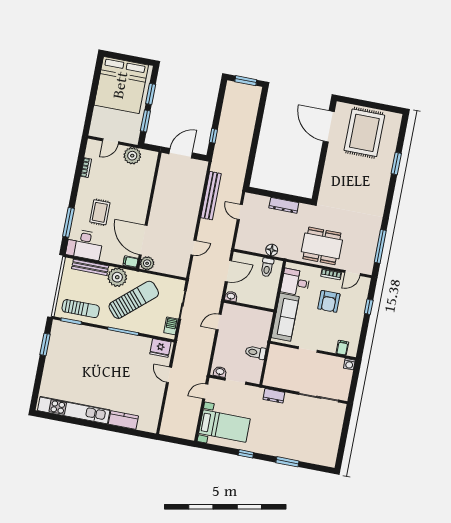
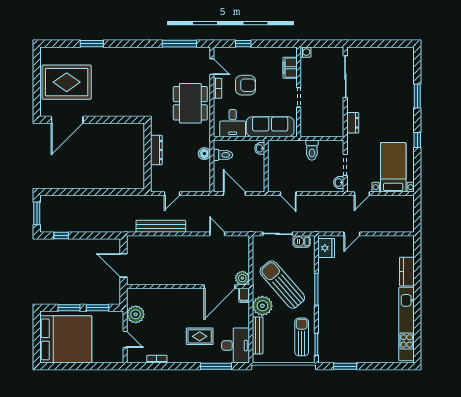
window: (213, 136) -> (61, 236), moved
washbasin: (231, 296) -> (260, 148), moved
filing cabinet: (342, 348) -> (290, 68), width x2.00
door: (205, 392) -> (362, 194), hinge flipped

